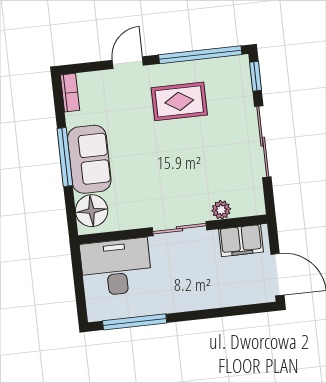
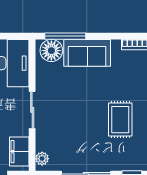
window: (65, 157) -> (65, 36), moved
plant: (221, 210) -> (42, 159), moved

